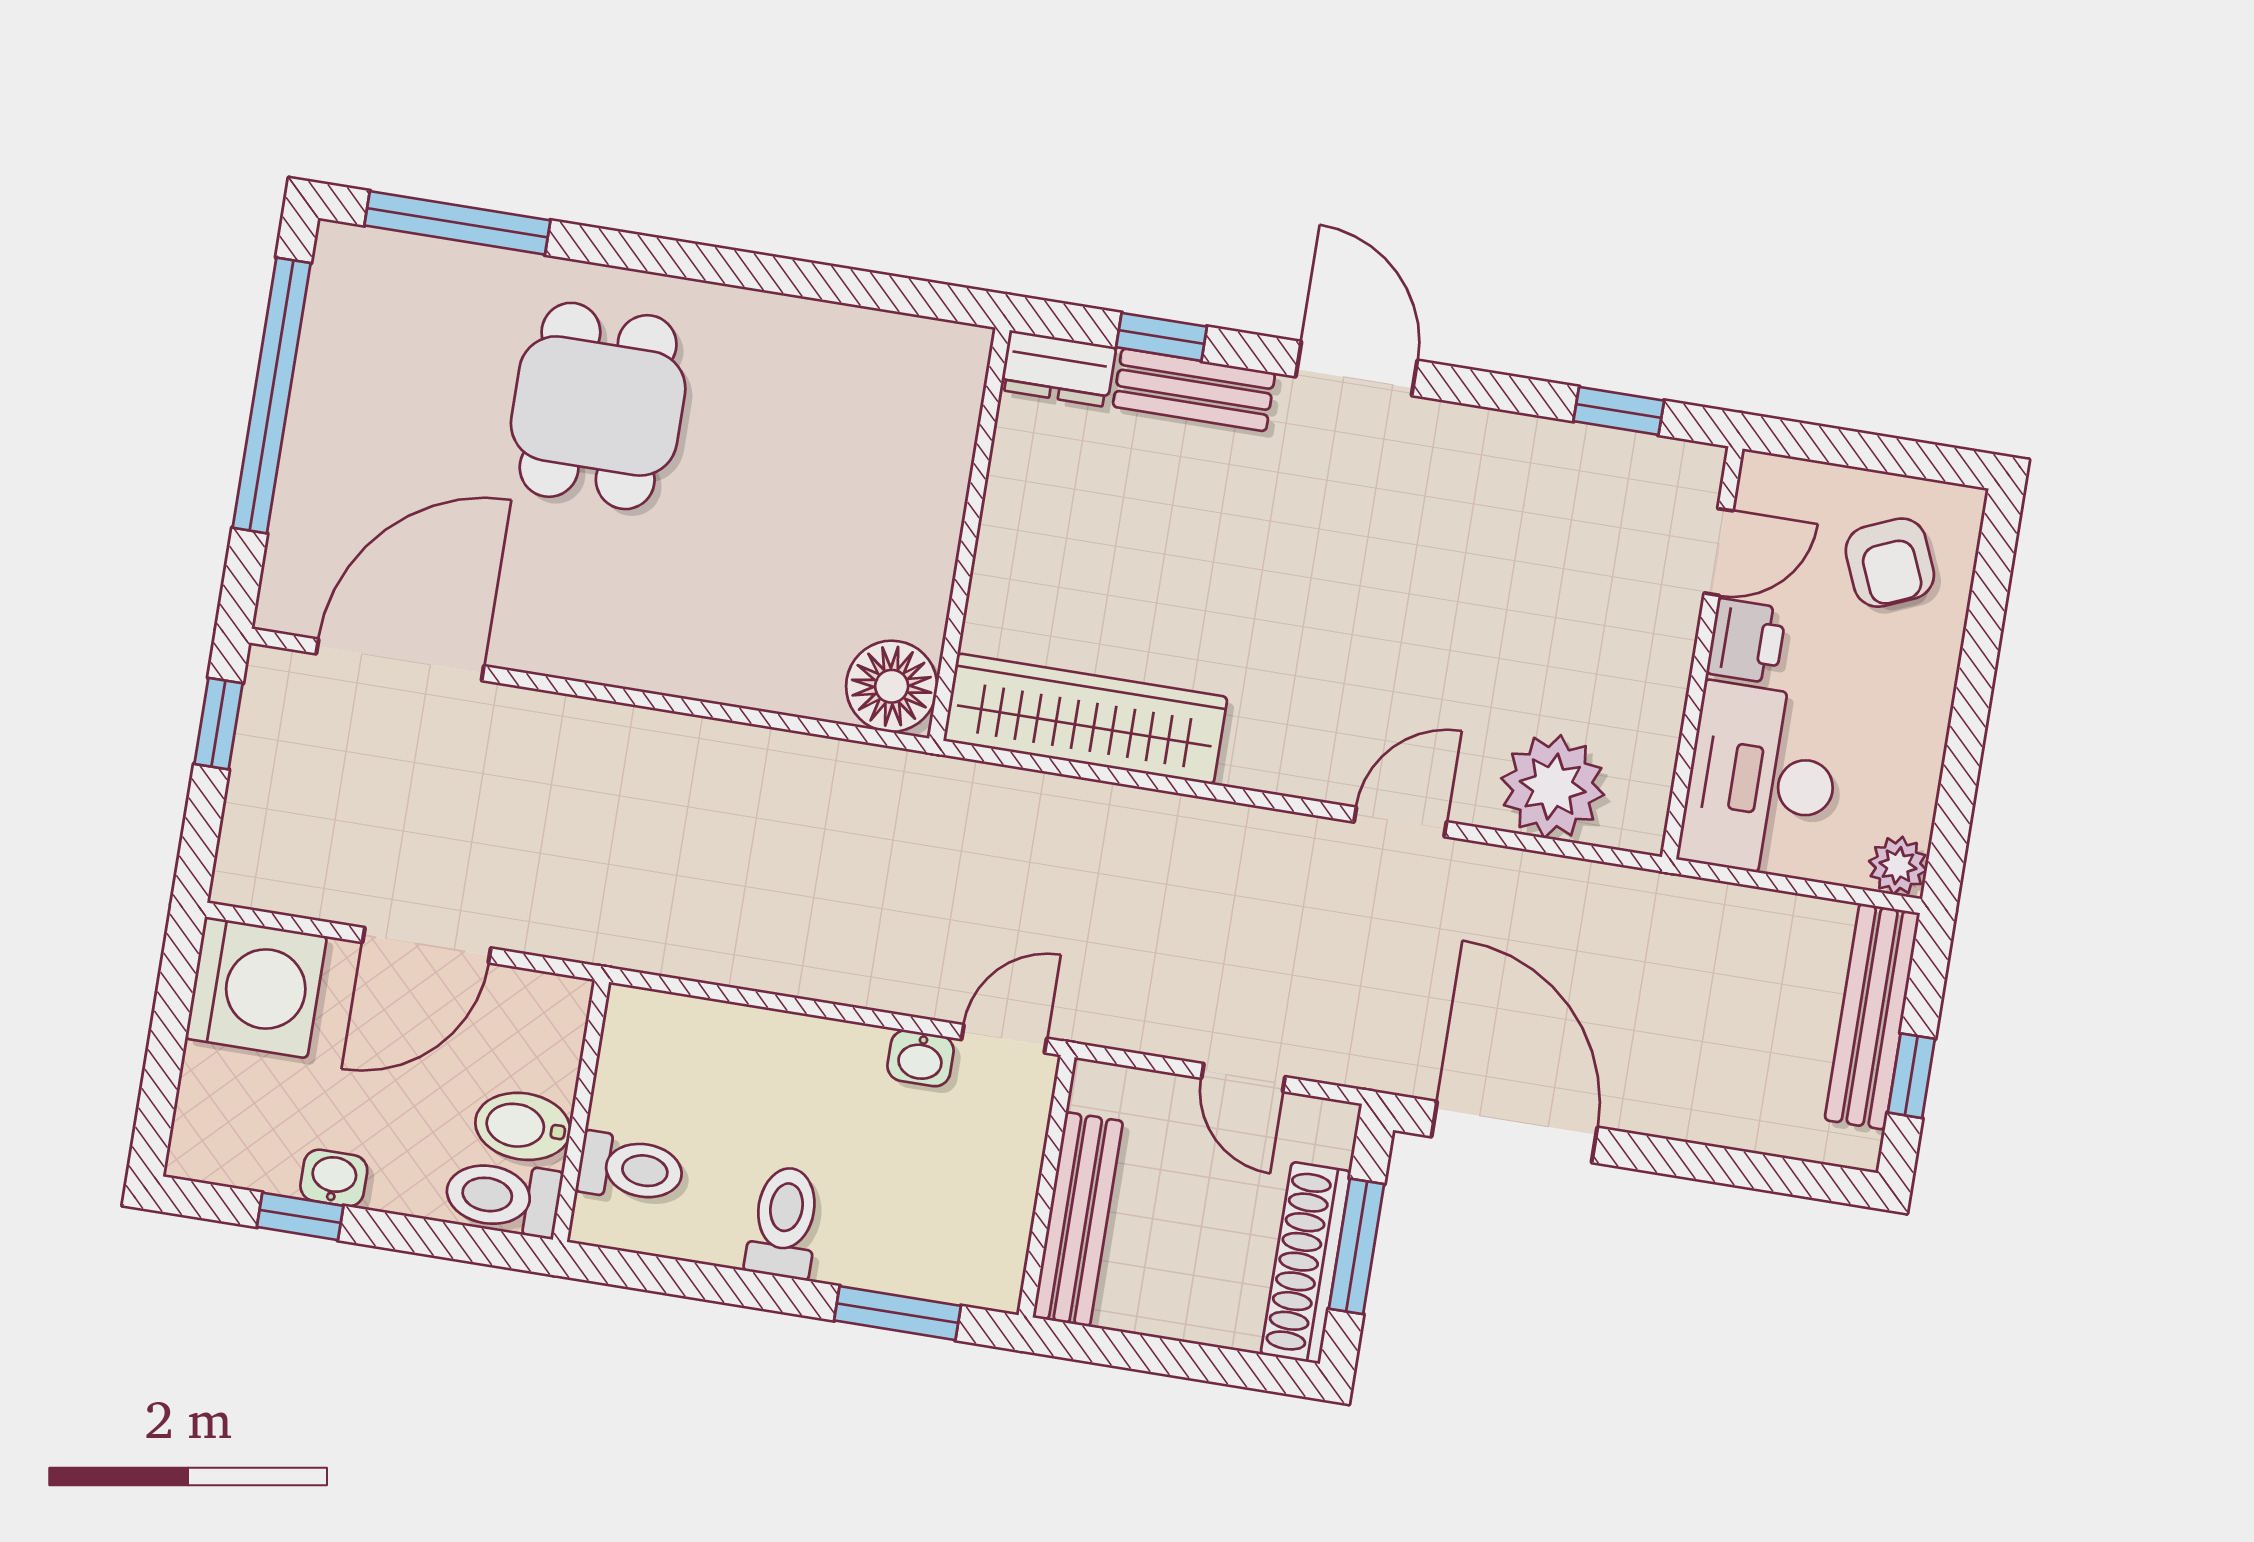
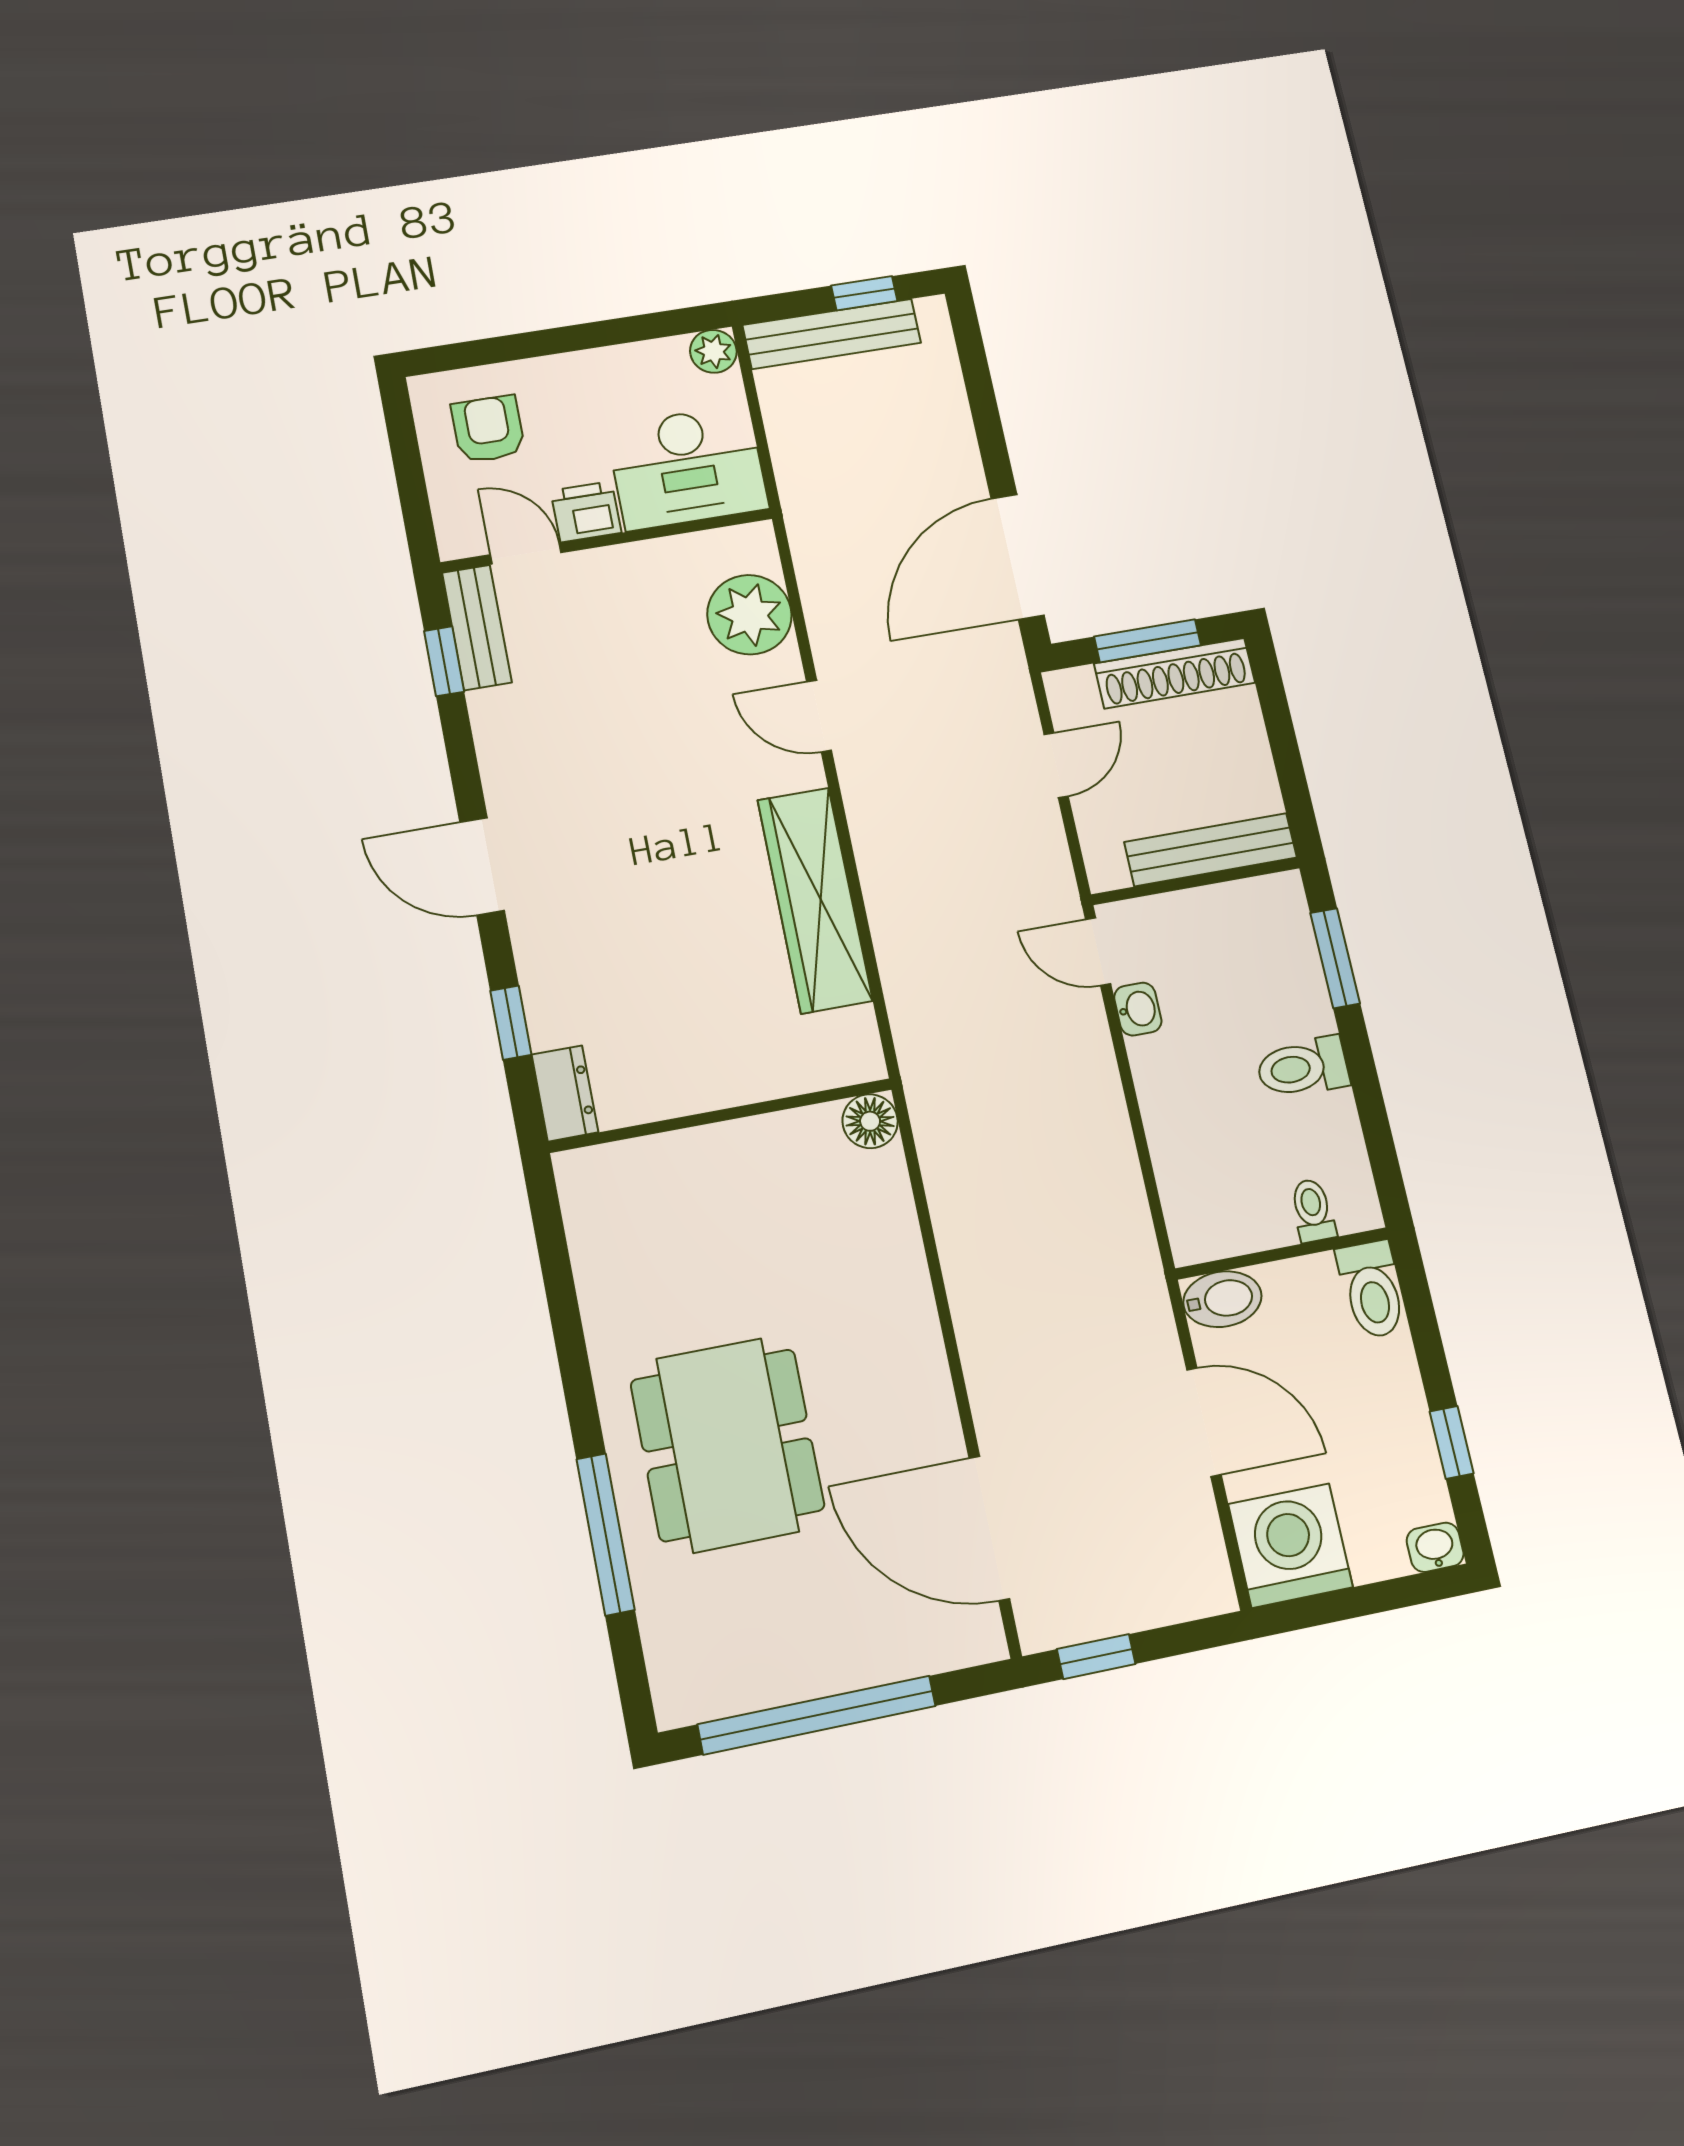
window: (457, 223) -> (606, 1534), moved
door: (1357, 369) -> (482, 866), hinge flipped
bench: (1194, 390) -> (477, 627), moved
dining table: (598, 406) -> (727, 1445), width x1.37
armchair: (1890, 563) -> (488, 429), turned -67
floor lamp: (892, 686) -> (870, 1121), width x0.73, depth x0.73
wardrobe: (1085, 719) -> (815, 900), moved
bidet: (523, 1126) -> (1222, 1299), moved, turned -90
toilet: (631, 1168) -> (1313, 1210), width x0.73, depth x0.72
washbasin: (334, 1178) -> (1435, 1547), moved, turned 90

